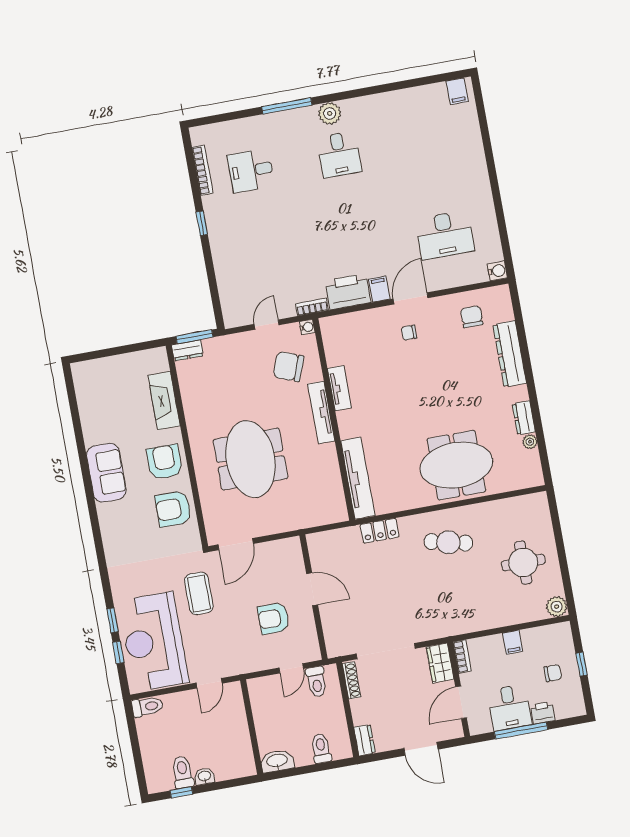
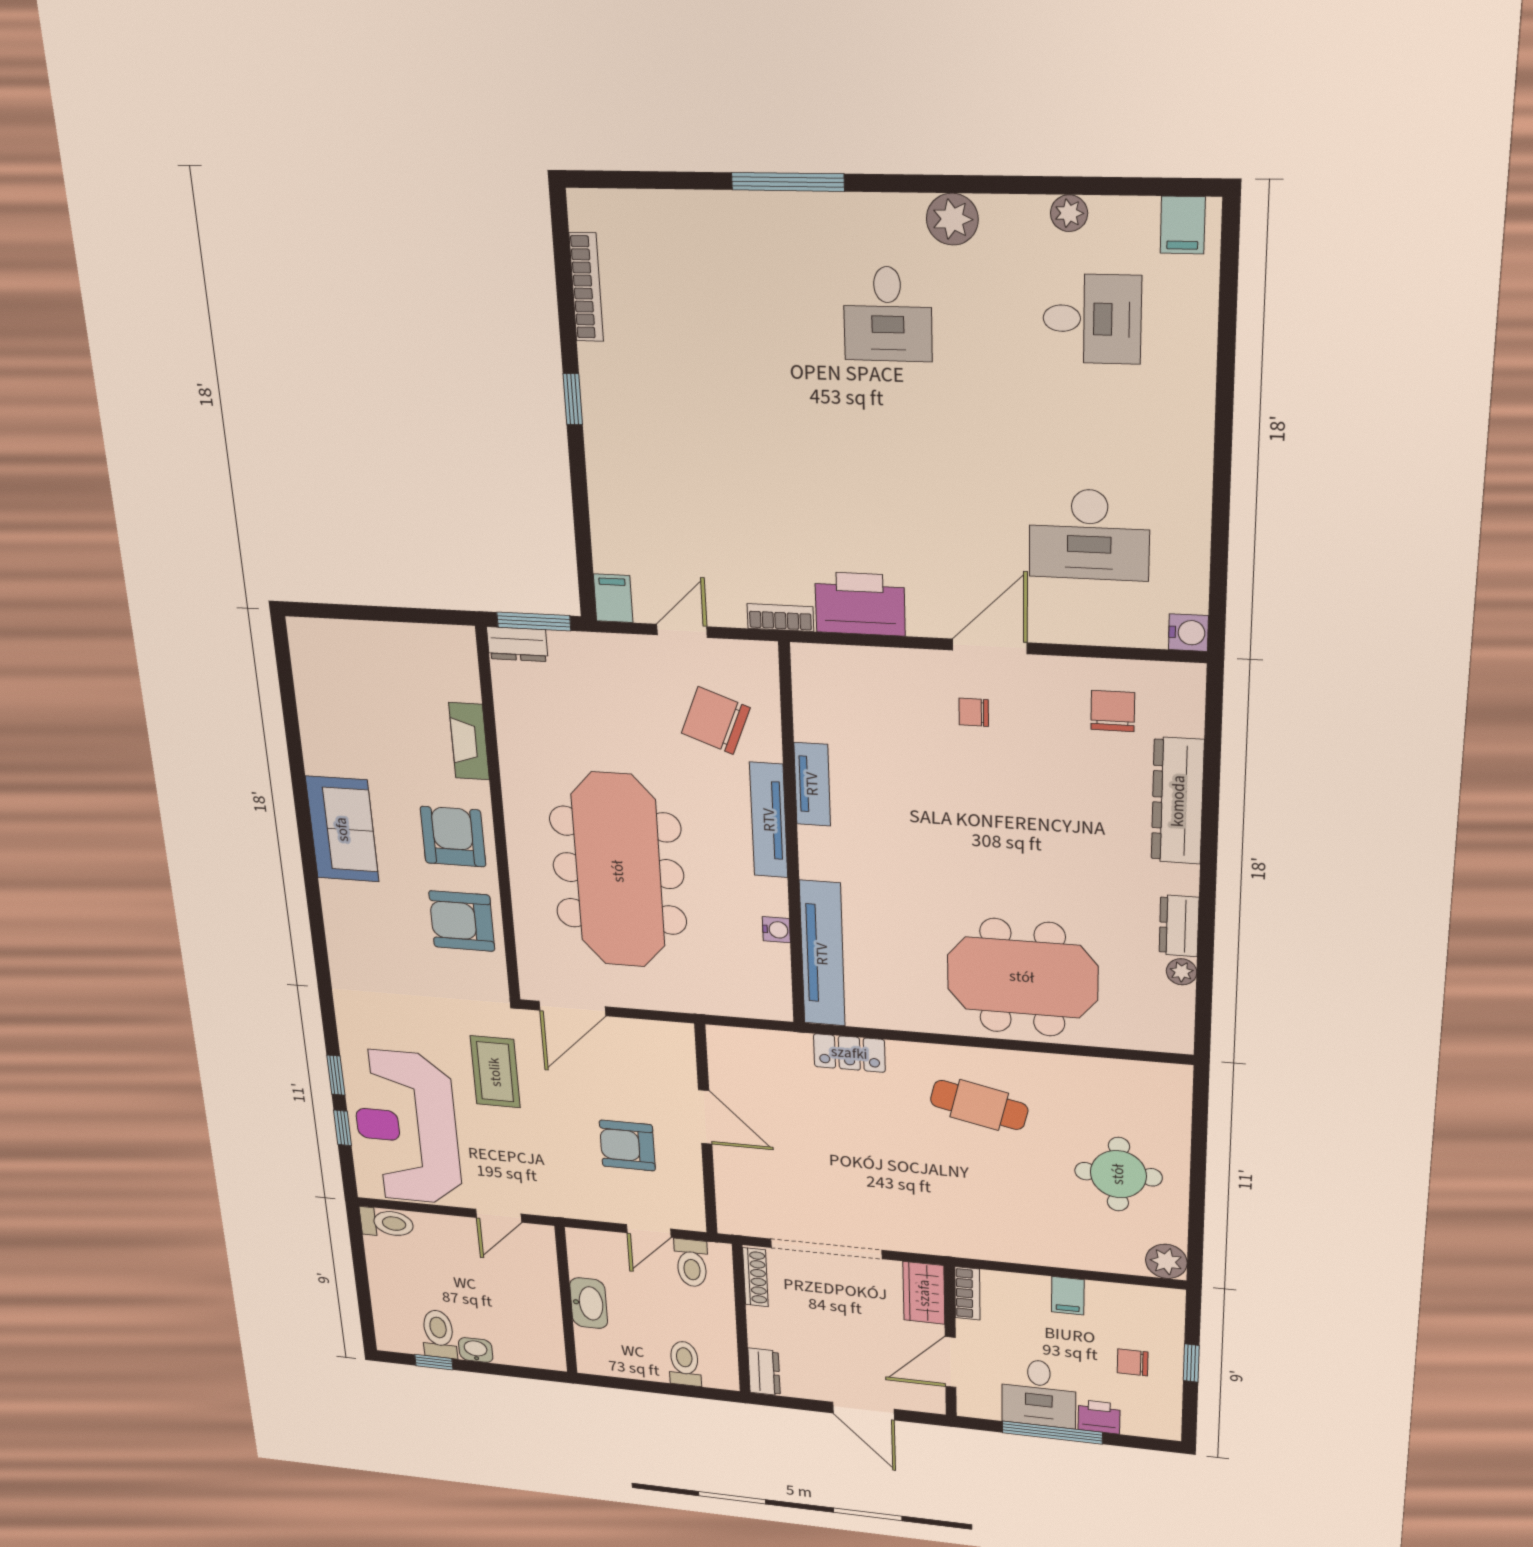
plant: (409, 96) -> (1069, 213), added
plant: (330, 113) -> (952, 219), moved
desk: (251, 171) -> (1092, 319), moved, turned 180
filing cabinet: (379, 289) -> (613, 598), moved
water cooler: (307, 327) -> (776, 930), moved
fireplace: (164, 401) -> (469, 741), width x0.73, depth x0.76
meeting table: (250, 459) -> (618, 871), width x1.36
chair: (553, 673) -> (1133, 1362), turned 180
washbasin: (277, 761) -> (589, 1303), moved, turned 90

